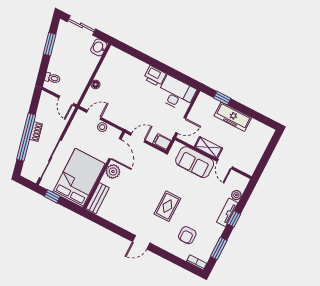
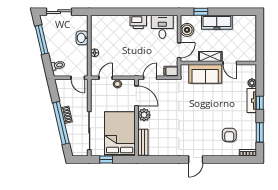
window: (50, 44) -> (42, 40), width x1.44
washbasin: (99, 47) -> (82, 38), moved
desk: (176, 93) -> (162, 27), width x0.73
boiler: (199, 109) -> (187, 30), added
rug: (167, 206) -> (202, 120), removed

